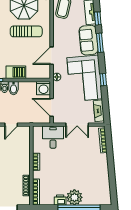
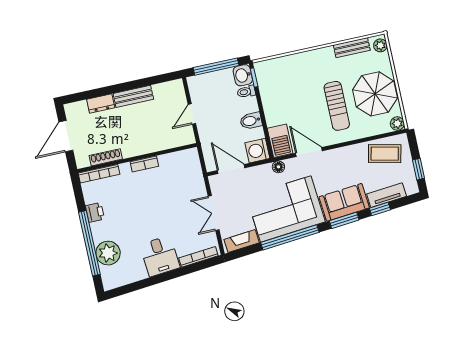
barbecue: (16, 72) -> (280, 141), moved
window: (103, 80) -> (290, 237), width x3.17
bidet: (14, 88) -> (251, 121), moved
door: (52, 107) -> (231, 169), hinge flipped
door: (11, 125) -> (192, 114), hinge flipped
desk: (53, 137) -> (160, 256), moved, turned 85
plant: (74, 197) -> (108, 253), moved

